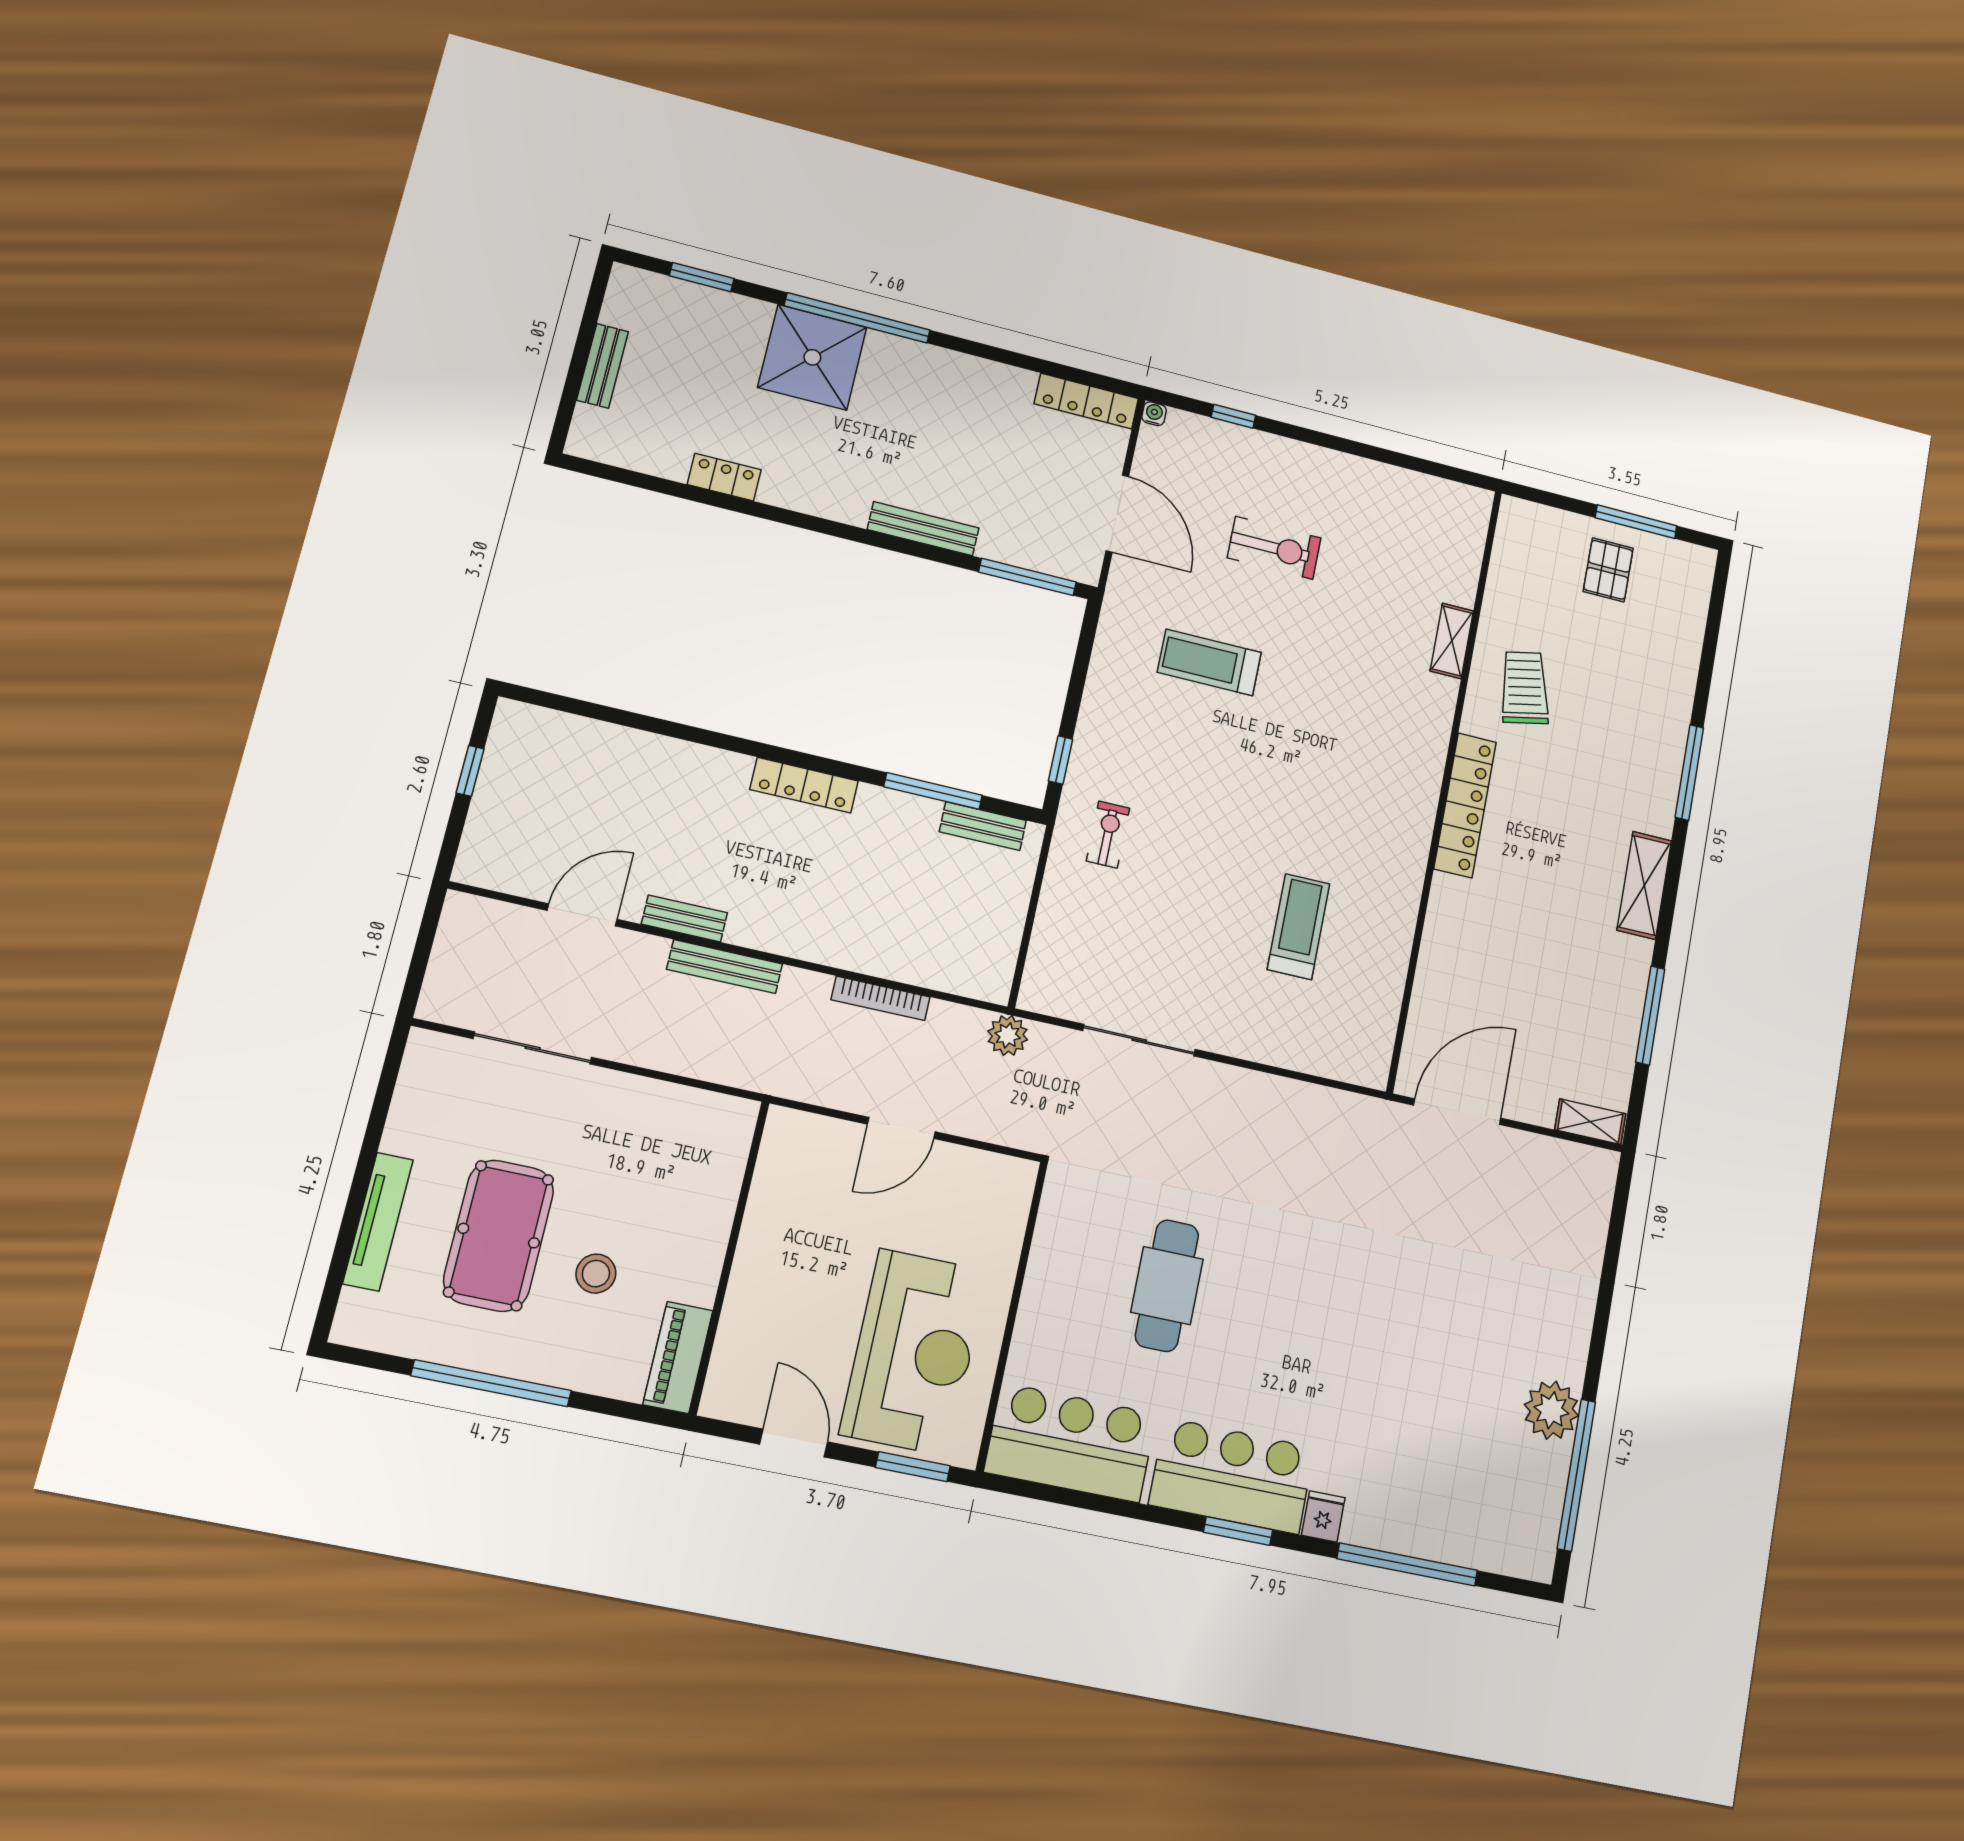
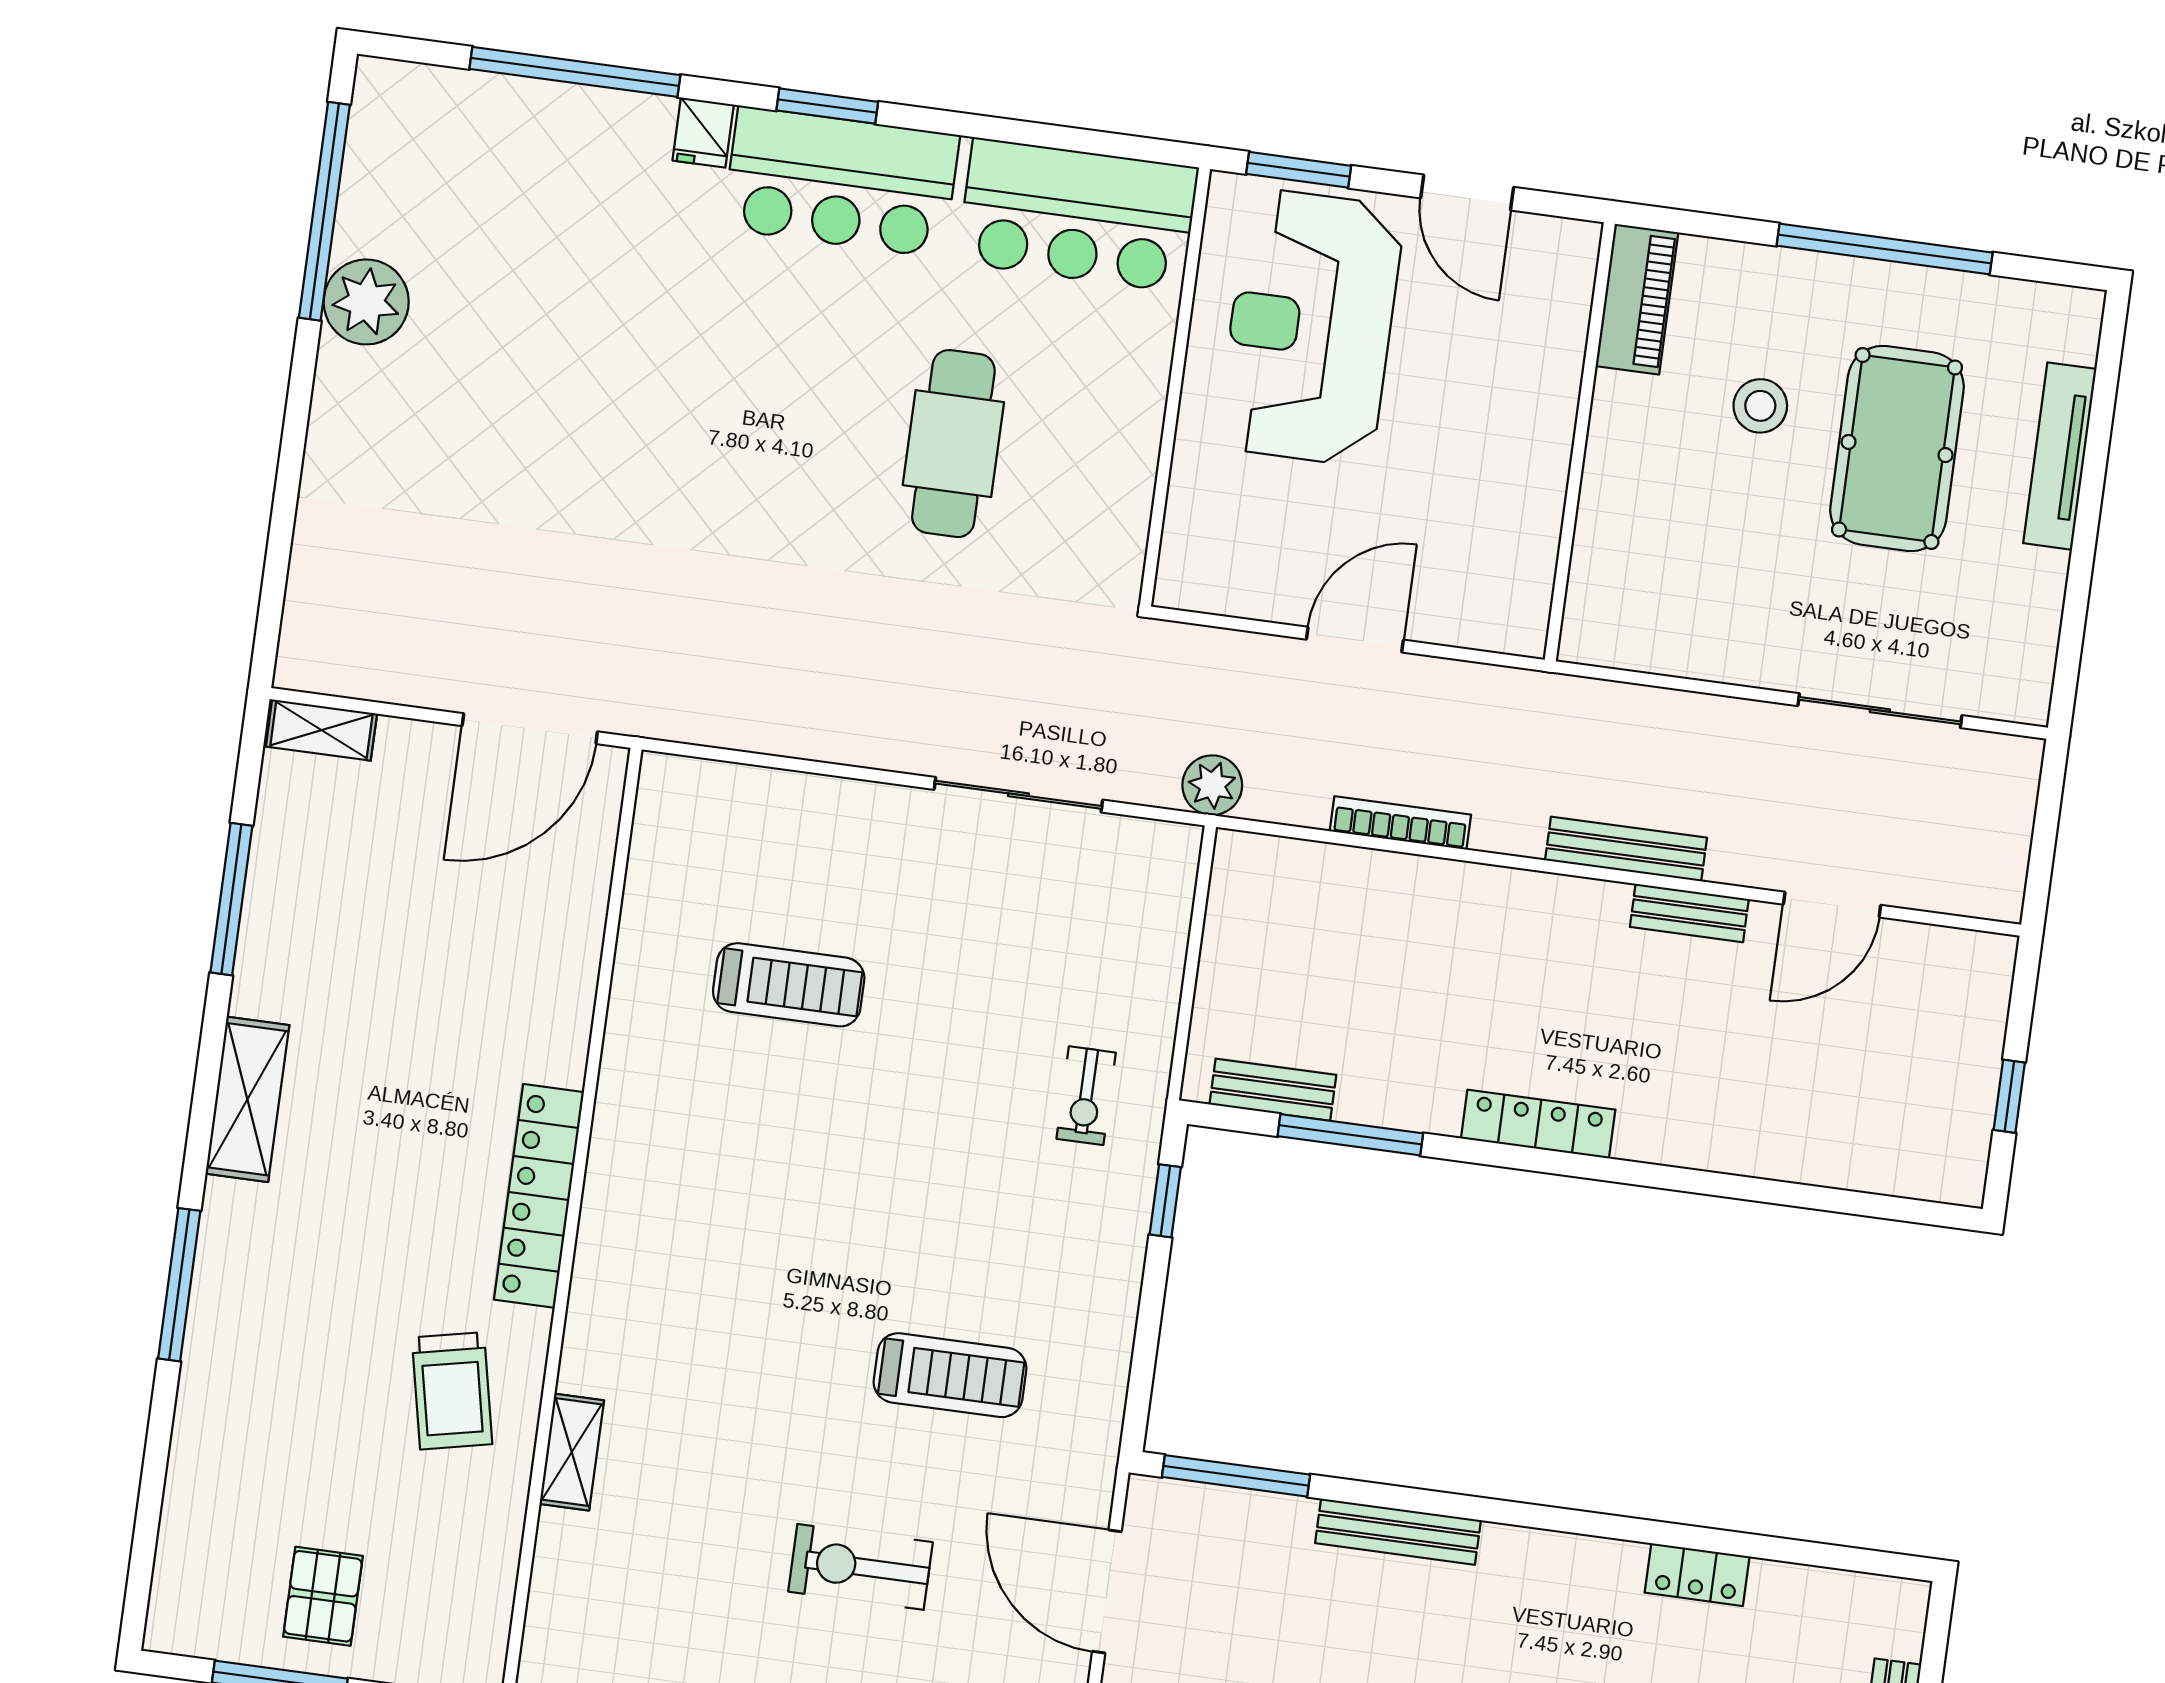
treadmill: (1299, 927) -> (789, 985), turned -90

